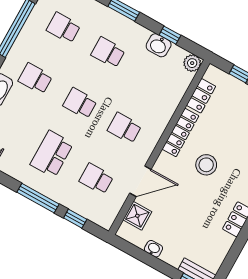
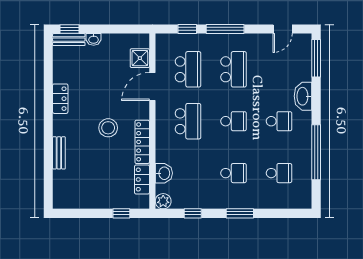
washbasin: (159, 45) -> (164, 173), moved, turned 90
school desk: (125, 128) -> (188, 121), width x1.85
school desk: (96, 179) -> (188, 69), width x1.85
washbasin: (153, 249) -> (94, 39), moved

